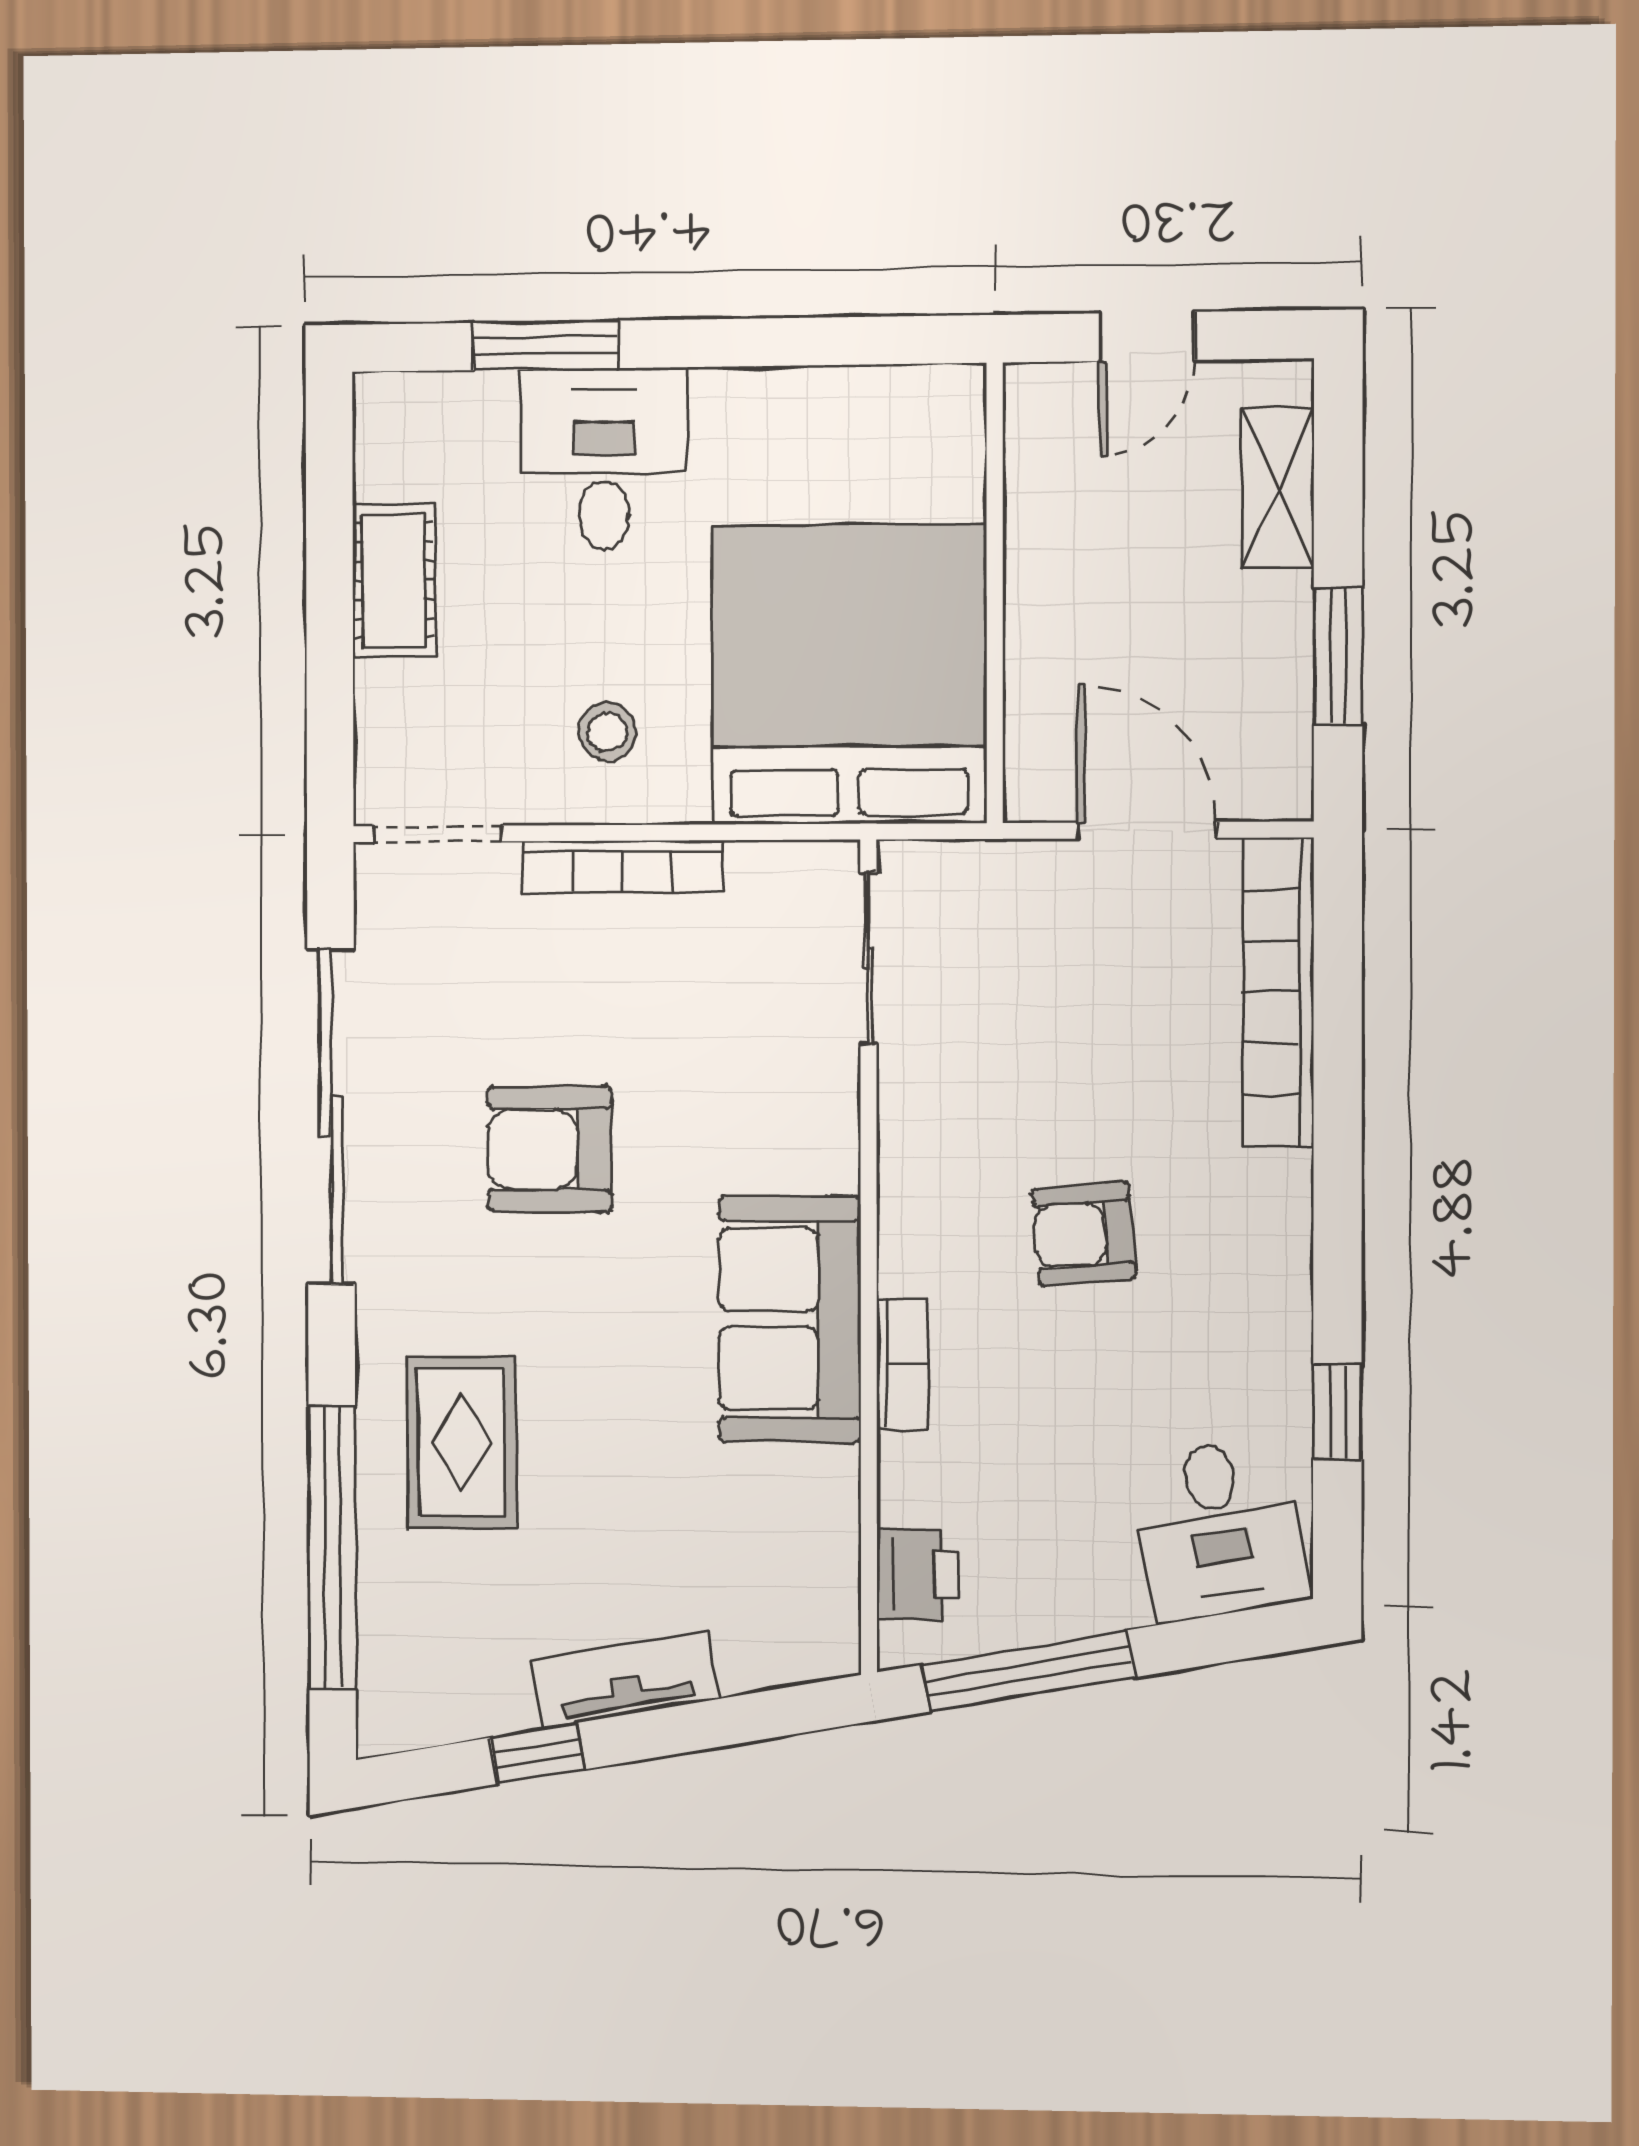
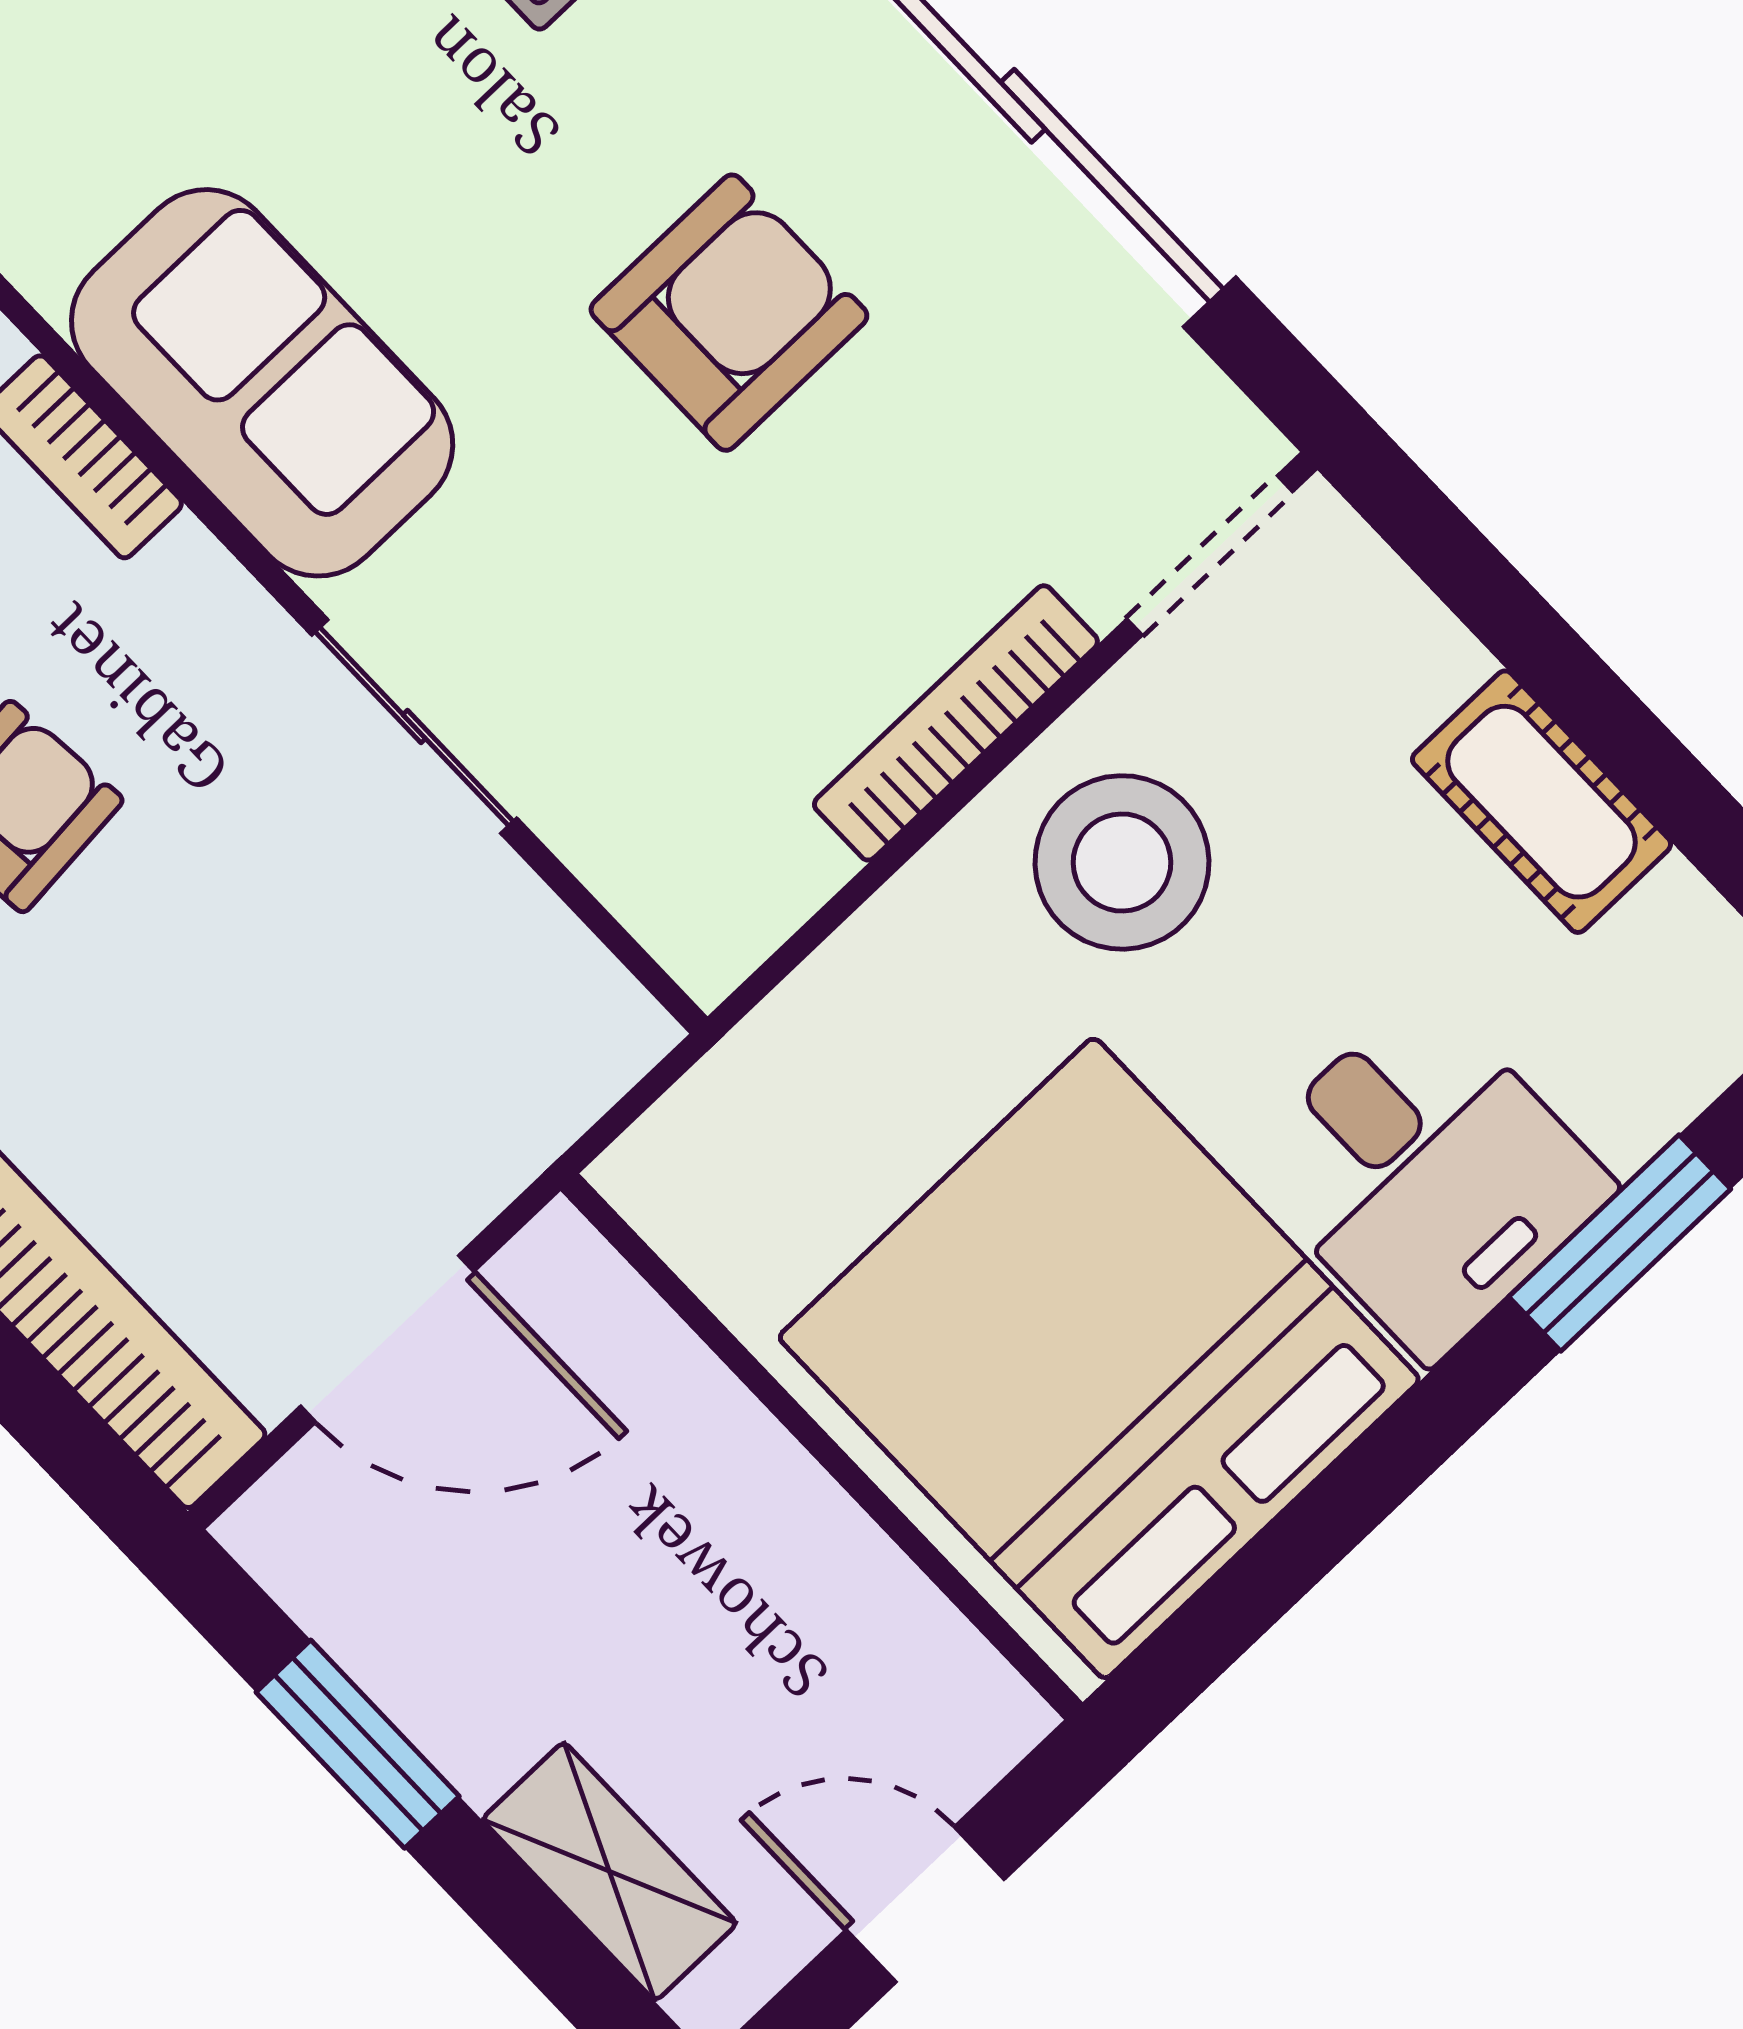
door: (1147, 337) -> (925, 1905), hinge flipped
bed: (849, 675) -> (1099, 1358), moved, turned 180
stool: (607, 732) -> (1122, 862), width x1.89, depth x1.89
sliding door: (868, 958) -> (414, 727), moved

